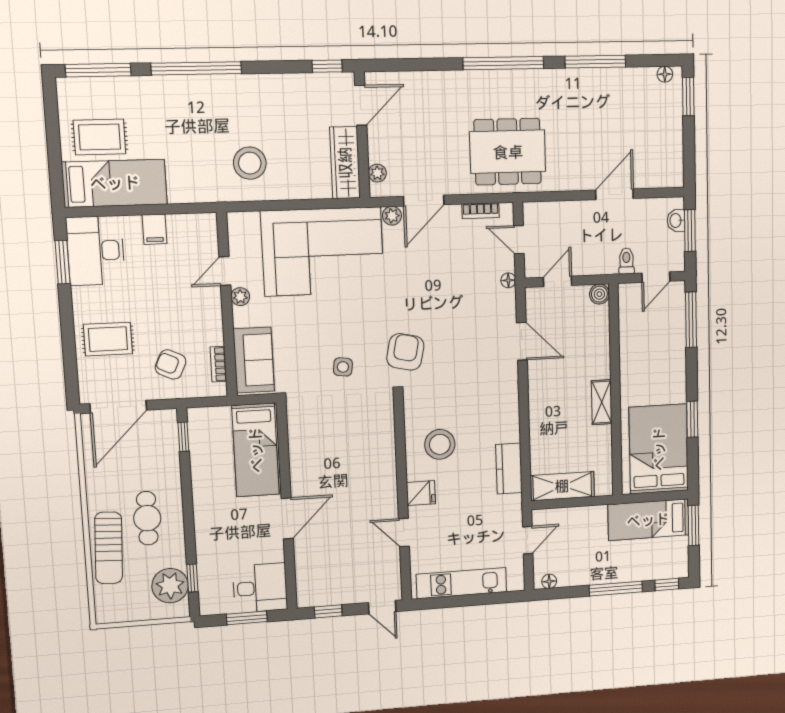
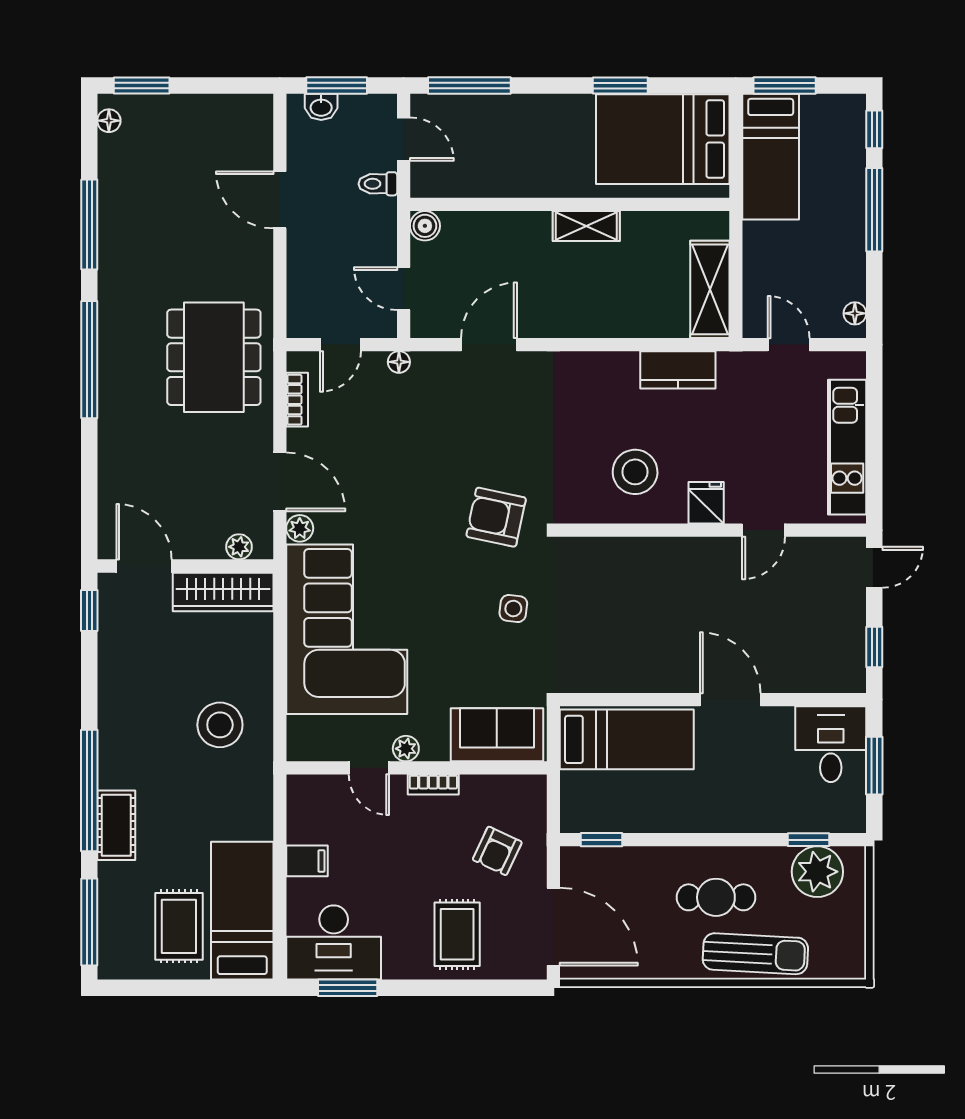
cot: (172, 89) -> (116, 825), added
bookcase: (218, 364) -> (433, 785), moved

